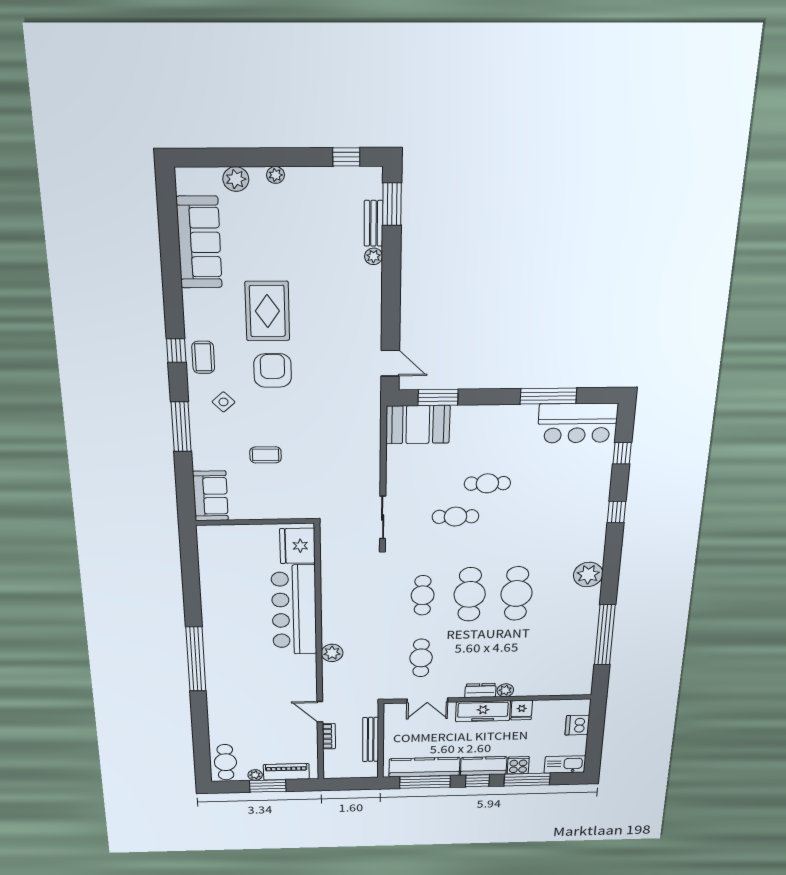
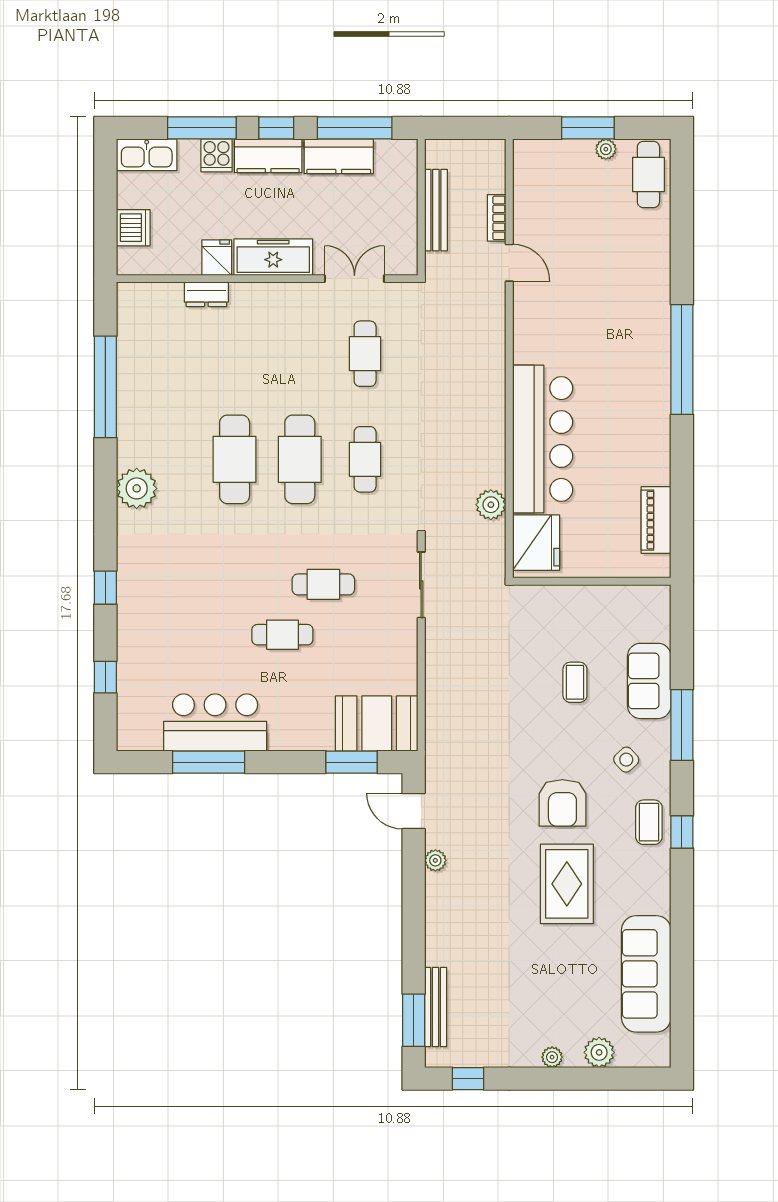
bench: (373, 223) -> (436, 1007), width x1.36
plant: (374, 256) -> (435, 860), moved
bar counter: (578, 423) -> (215, 723), moved
coffee table: (266, 455) -> (575, 682), turned 90
sofa: (210, 496) -> (649, 681), moved
plant: (332, 653) -> (491, 505), moved
dresser: (480, 690) -> (206, 294), moved
plant: (505, 690) -> (242, 294), removed
kitchen counter: (424, 767) -> (339, 156), width x0.67
piano: (286, 772) -> (656, 520), moved, turned 90

